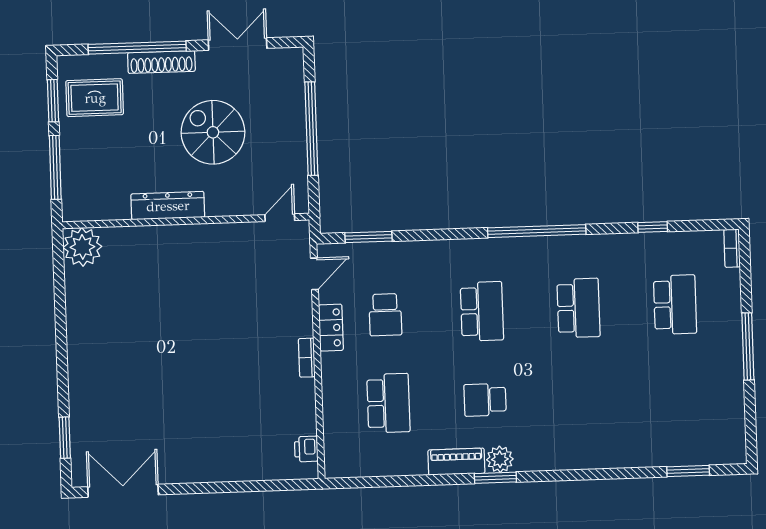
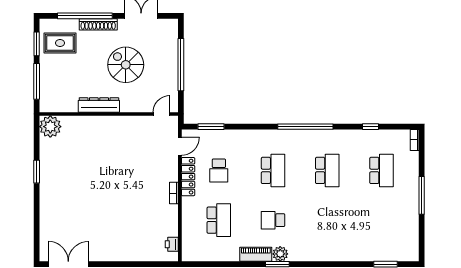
locker: (331, 328) -> (188, 177), width x1.53
window: (65, 438) -> (37, 172), moved

